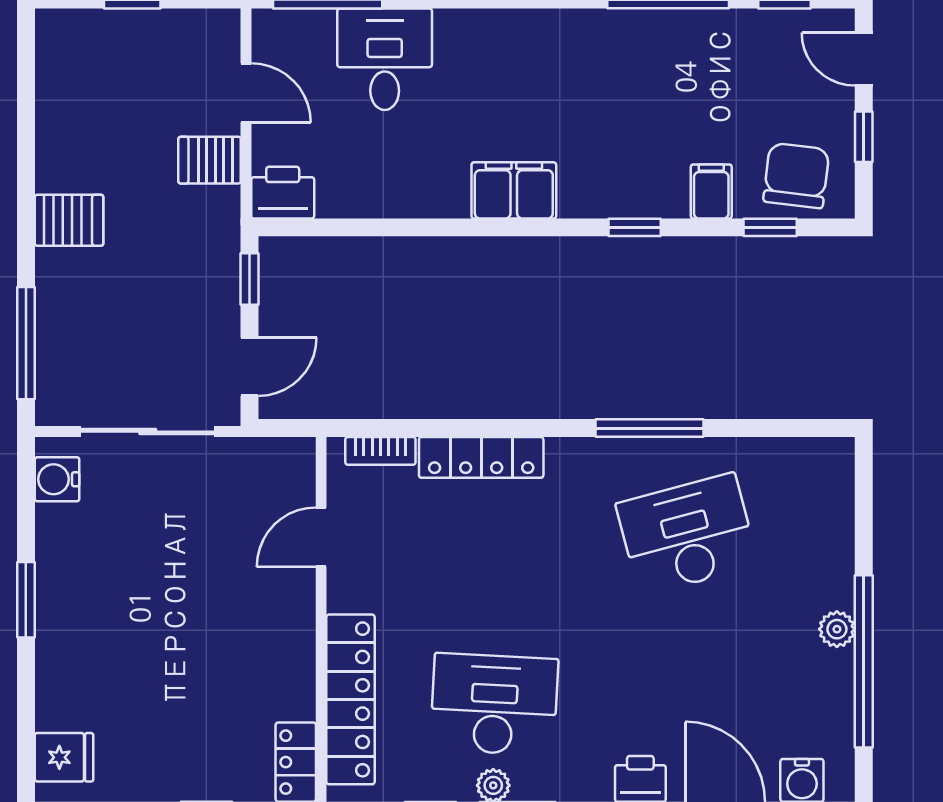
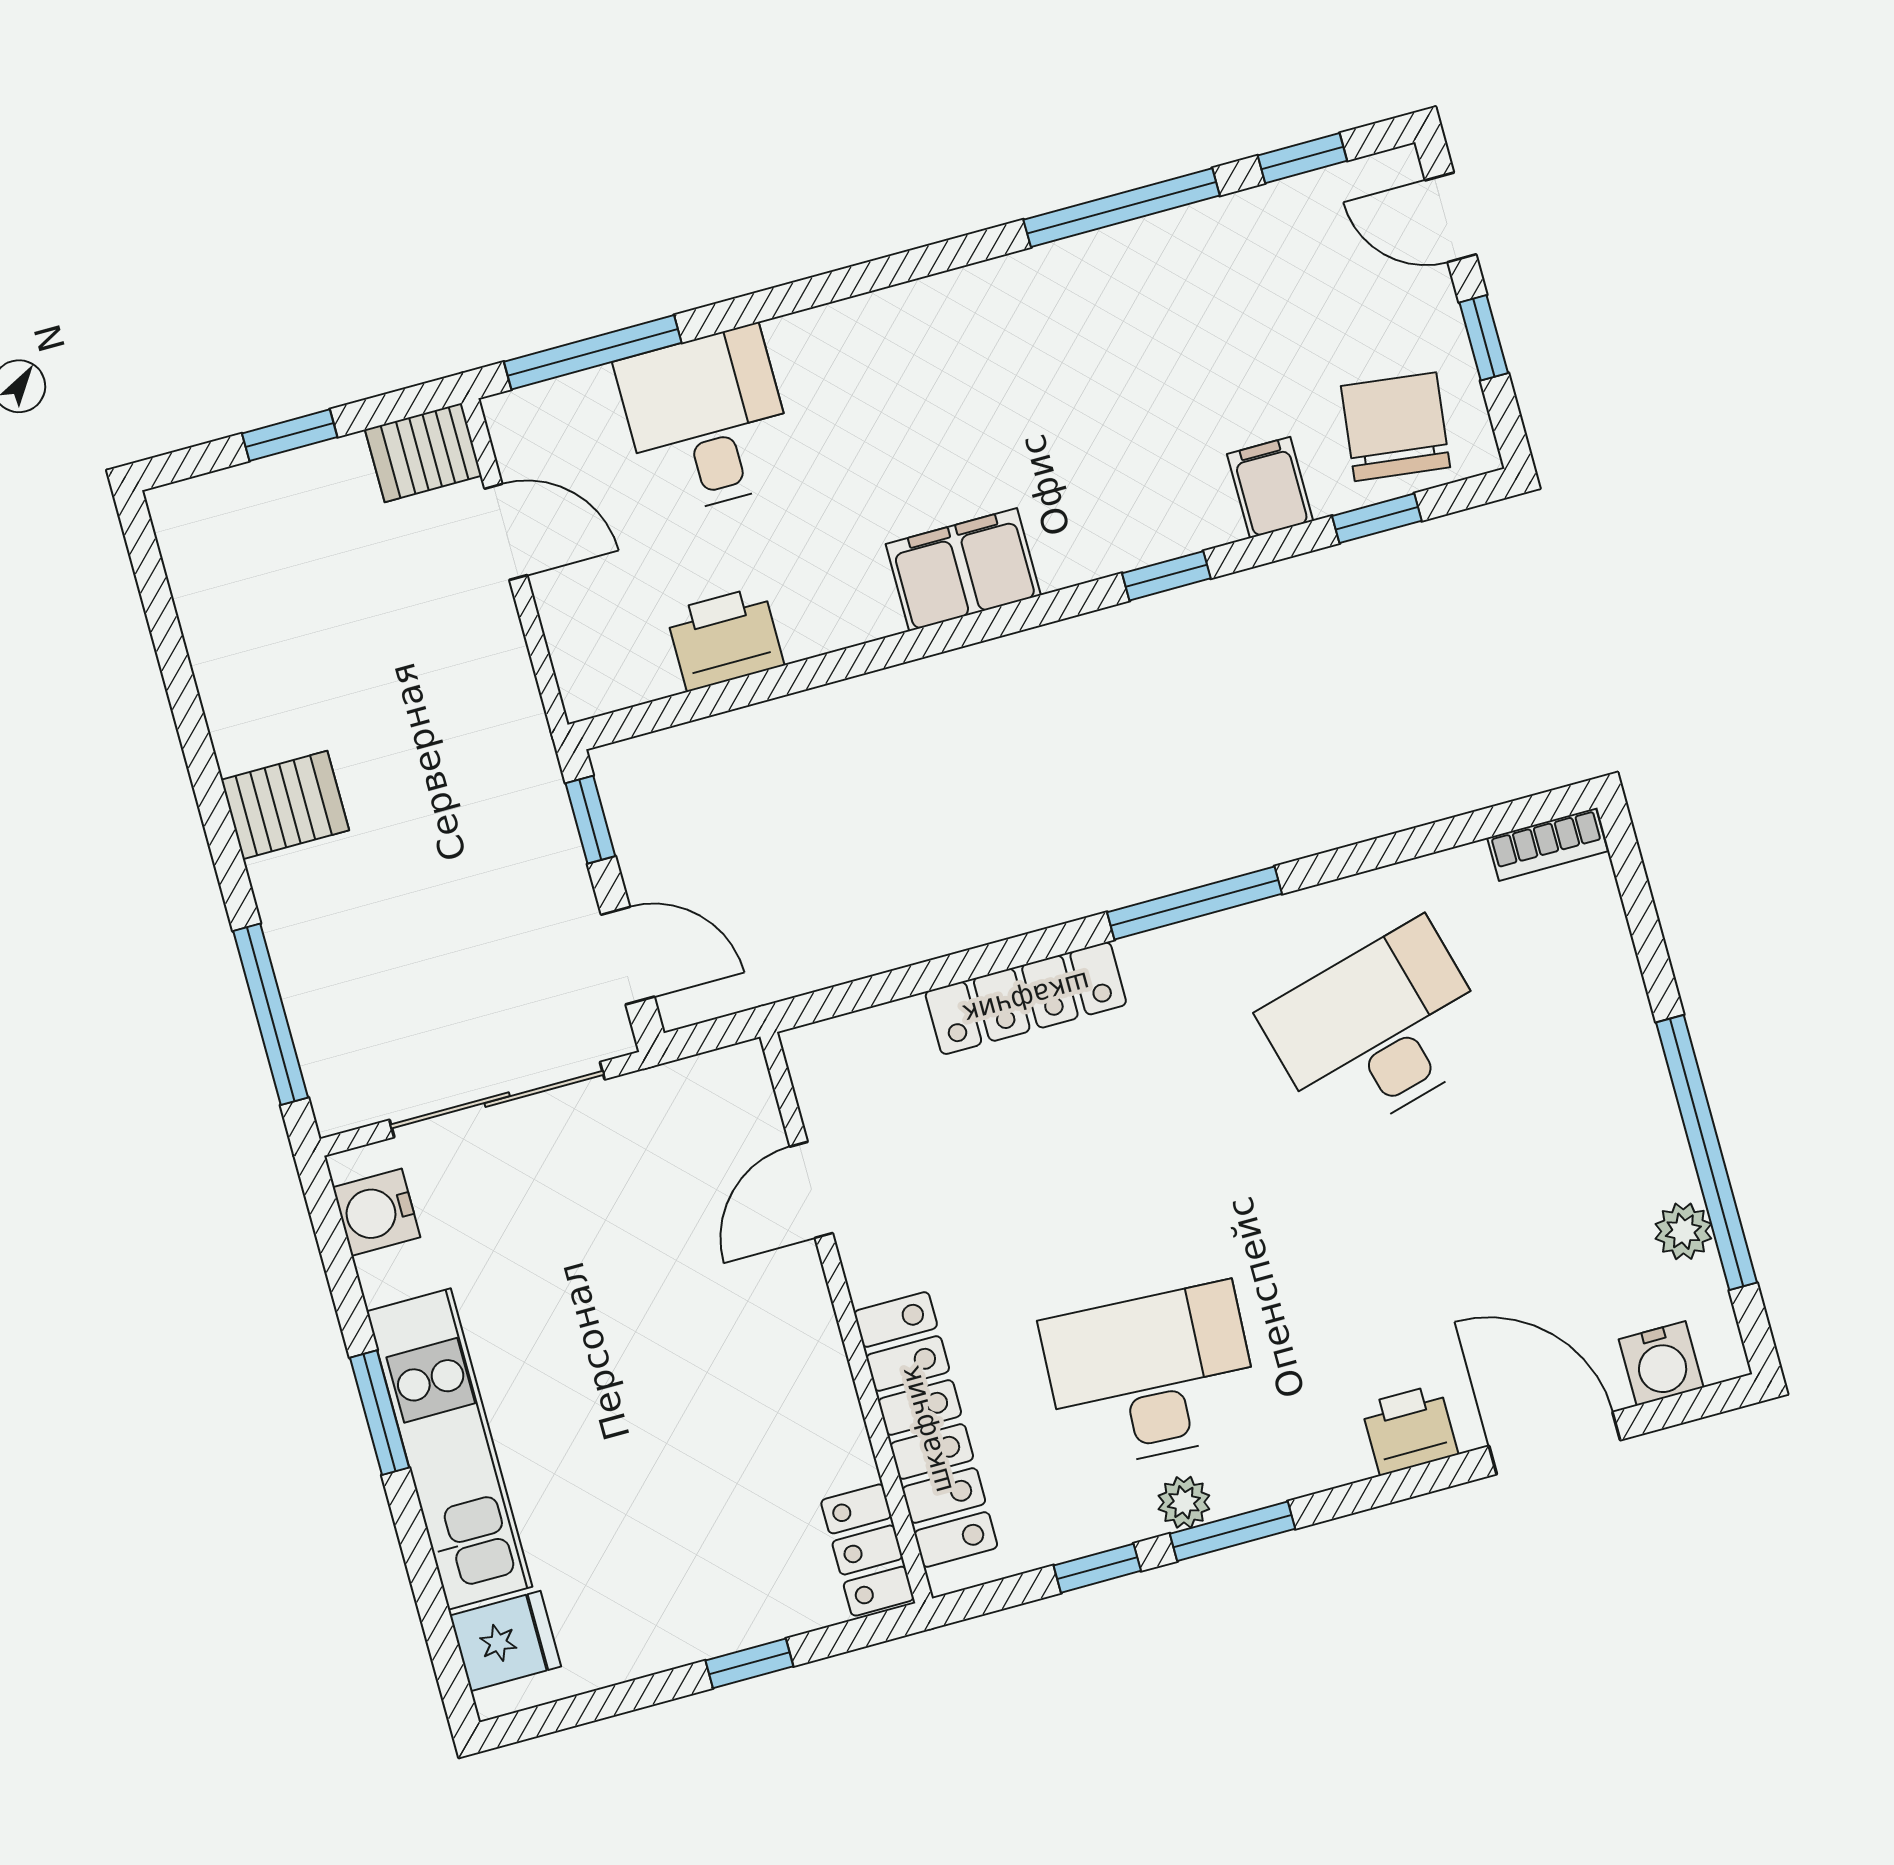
server rack: (210, 160) -> (423, 453), moved
printer: (283, 193) -> (725, 639), moved
door: (250, 367) -> (628, 956), hinge flipped
window: (649, 428) -> (1194, 903), moved
bookcase: (380, 451) -> (1547, 845), moved
plant: (837, 629) -> (1683, 1231), moved
kitchen unit: (62, 633) -> (449, 1449), added

